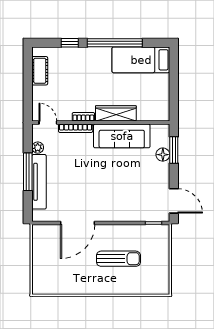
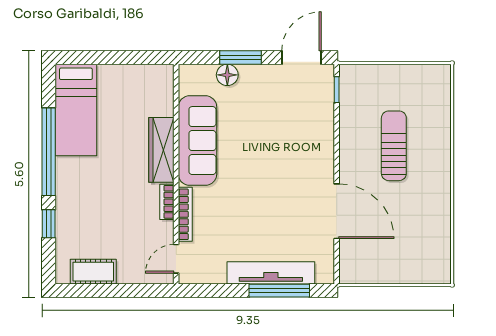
plant: (38, 148) -> (216, 275), removed
window: (174, 150) -> (240, 58), moved
window: (28, 172) -> (279, 291), moved

